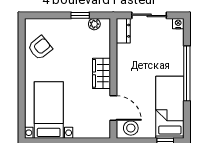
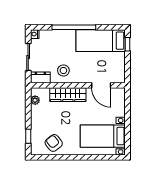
window: (80, 15) -> (28, 136), moved
wardrobe: (101, 73) -> (68, 95), width x1.50
door: (113, 108) -> (101, 85), swing flipped
stool: (131, 128) -> (63, 70), moved

